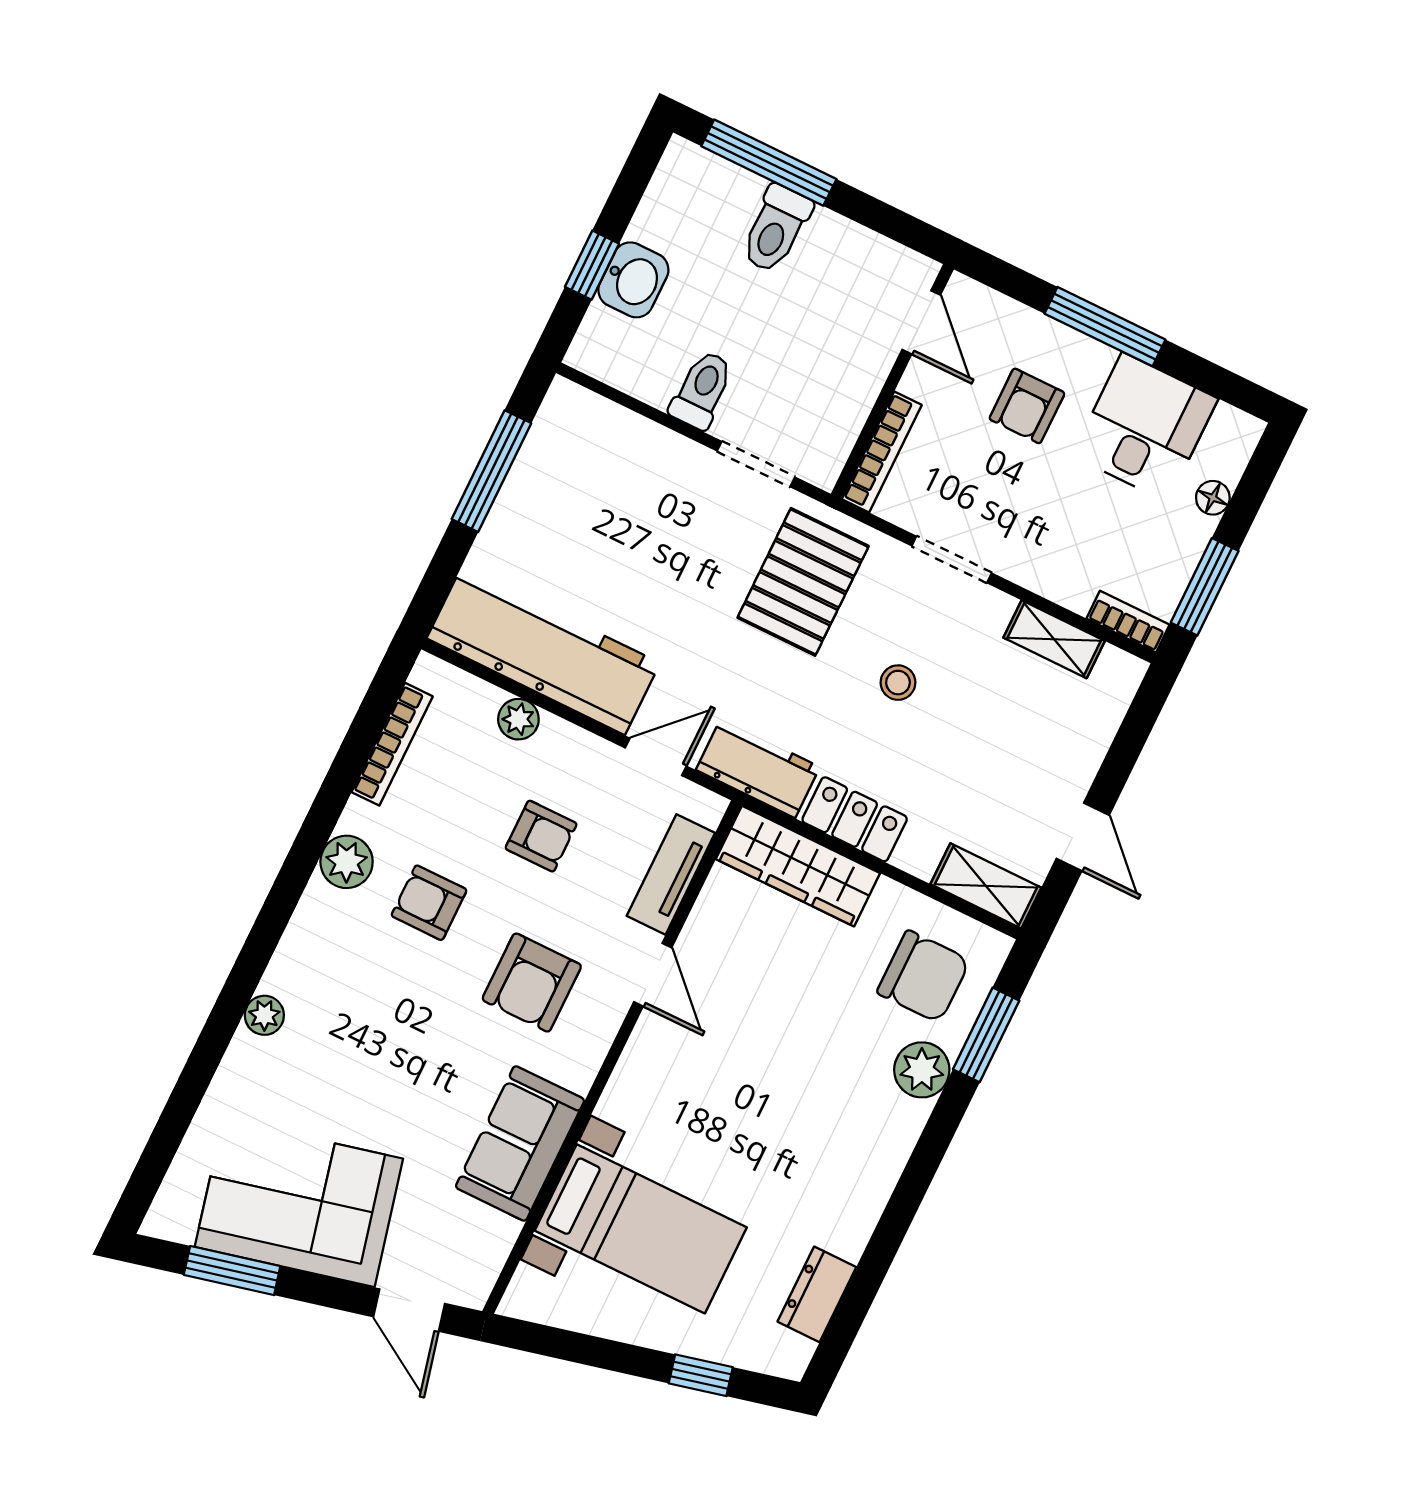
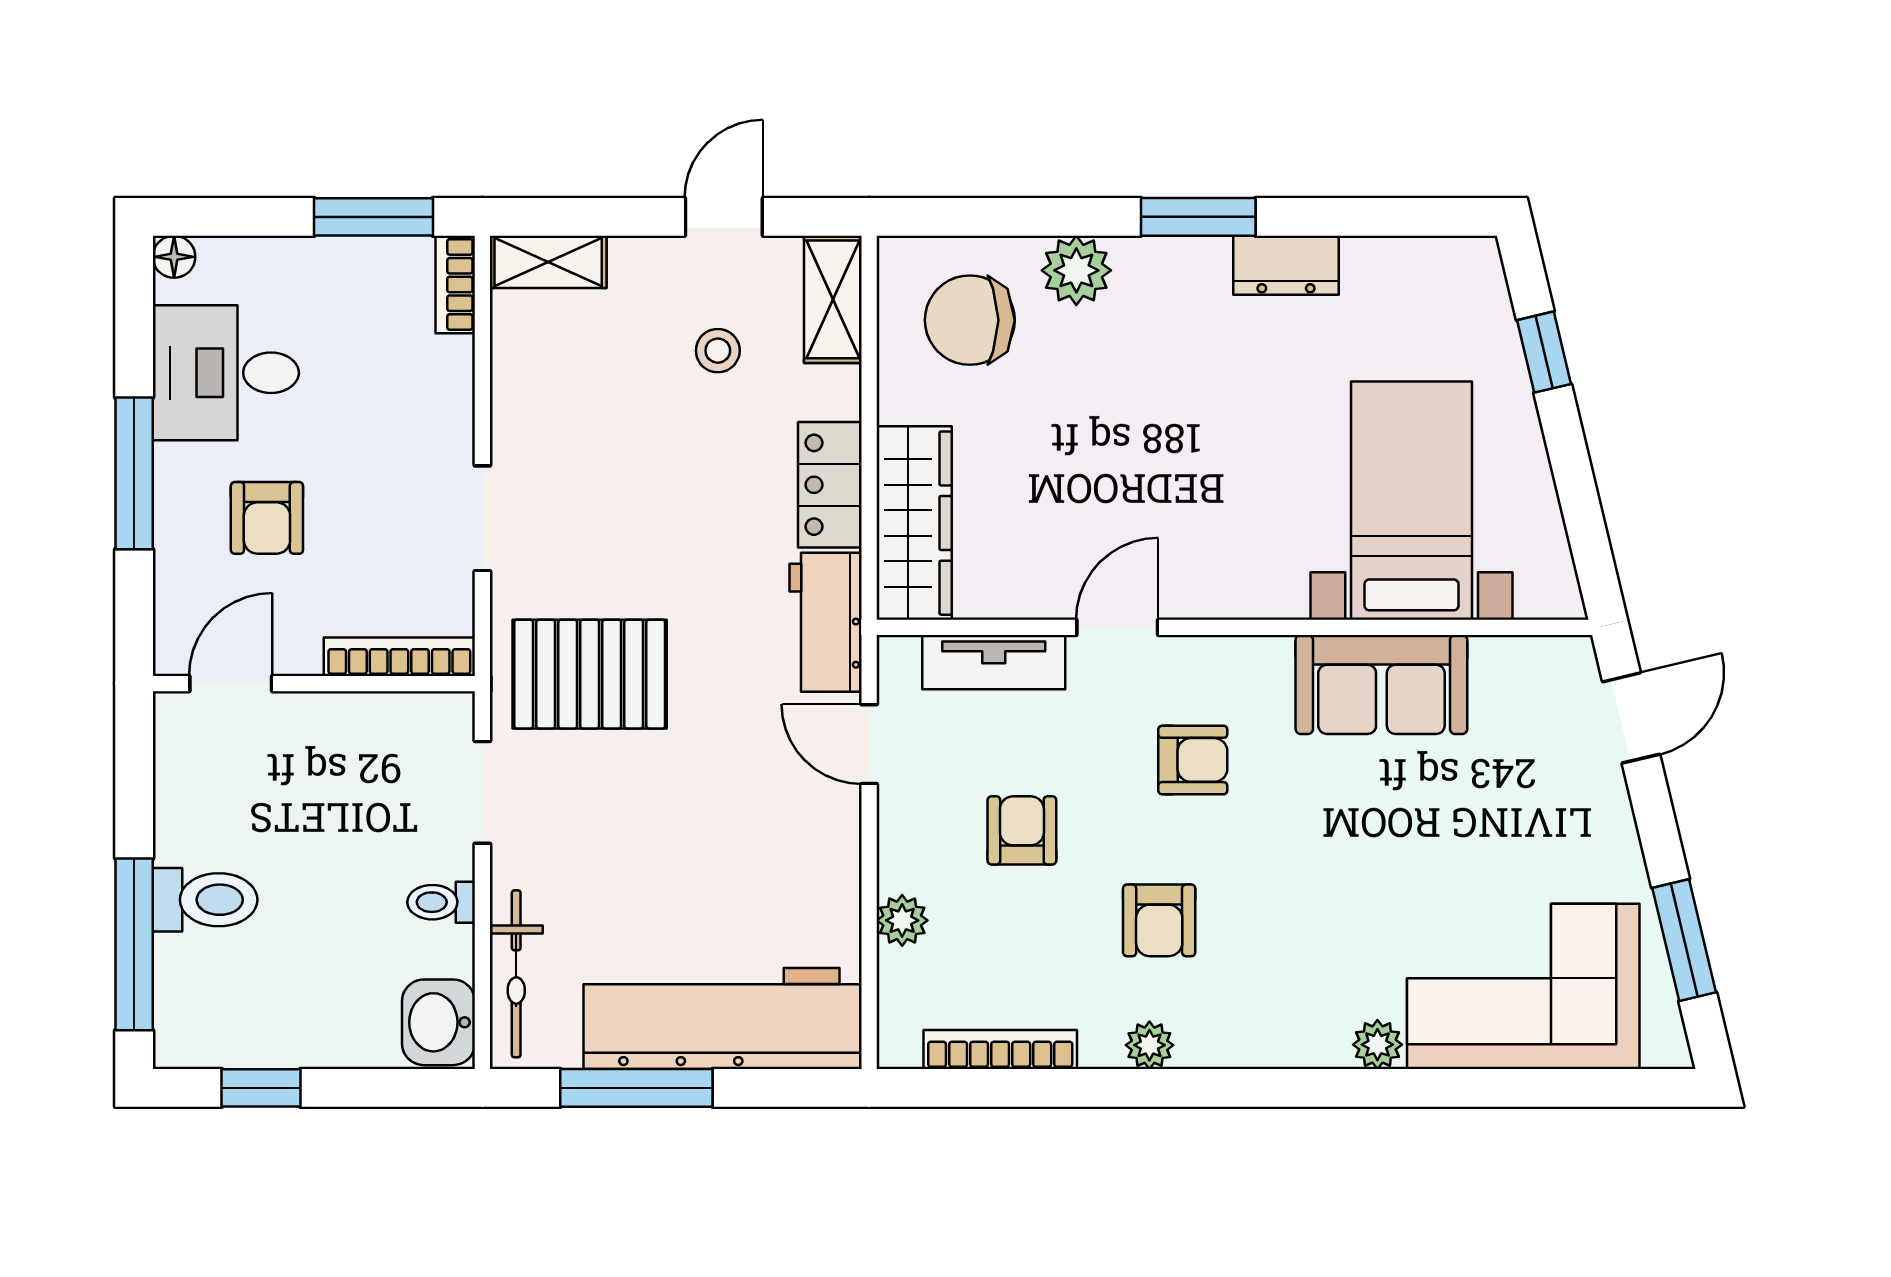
window: (592, 265) -> (261, 1088), moved
washbasin: (633, 280) -> (438, 1022), moved, turned -90
toilet: (702, 390) -> (441, 902), width x0.73, depth x0.72
armchair: (1027, 406) -> (267, 518), turned 90
bicycle: (615, 425) -> (516, 974), added
floor lamp: (1213, 498) -> (174, 257), moved
shelving: (1054, 639) -> (548, 262), moved, turned 90
workbench: (543, 651) -> (723, 1019), moved, turned 90
stool: (898, 683) -> (718, 351), moved
plant: (347, 862) -> (1149, 1045), width x0.73, depth x0.73
chair: (923, 976) -> (970, 320), turned -90
armchair: (532, 983) -> (1193, 760), width x0.72, depth x0.72
window: (986, 1035) -> (1198, 217), moved
corner sofa: (299, 1203) -> (1523, 986), moved, turned 103
dresser: (817, 1294) -> (1286, 265), moved

